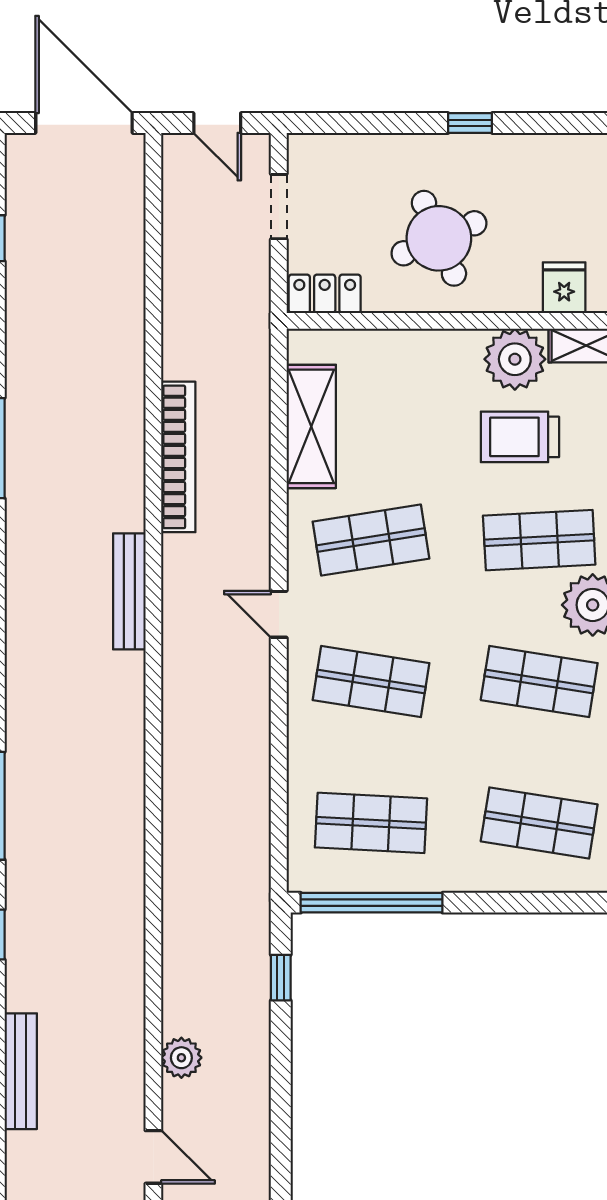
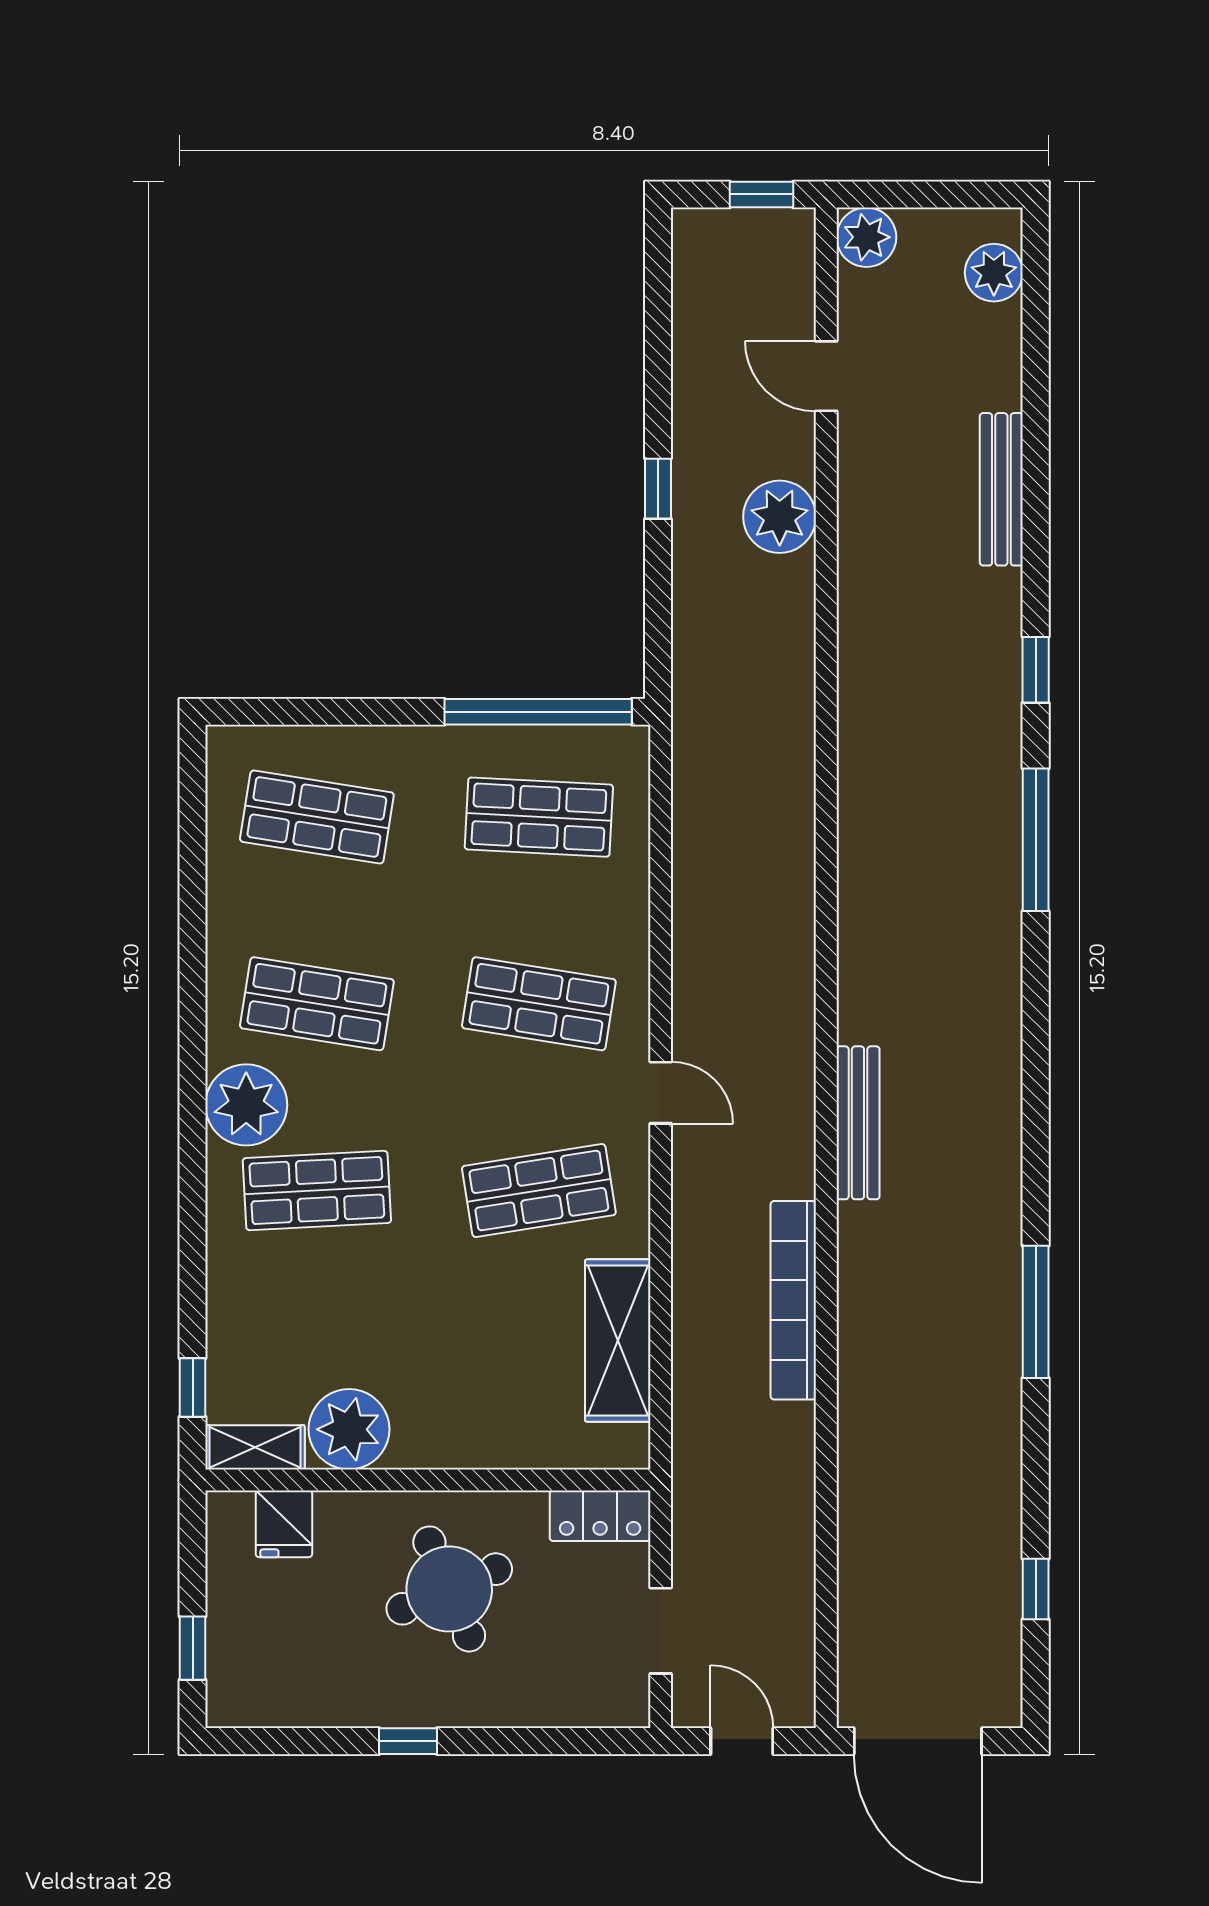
trolley: (520, 437) -> (342, 1327), removed
window: (281, 978) -> (658, 489), moved
plant: (181, 1058) -> (780, 517), width x1.36, depth x1.36

